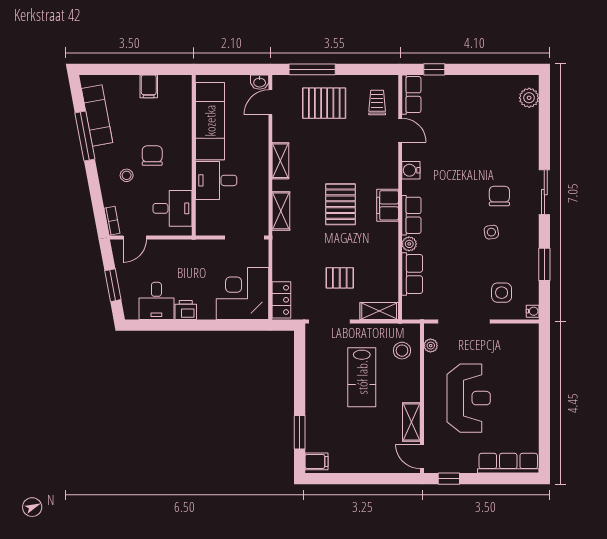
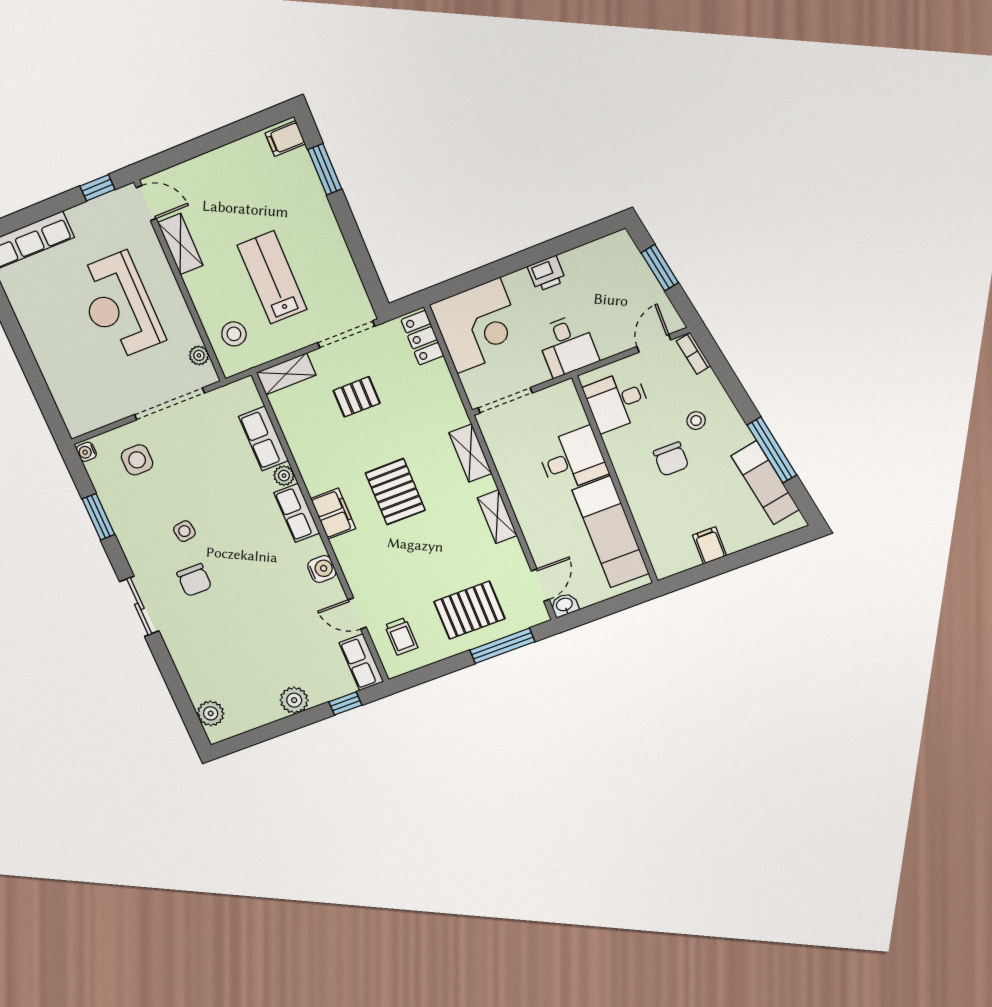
plant: (468, 85) -> (294, 700), added
desk: (156, 301) -> (567, 345), moved, turned 180

